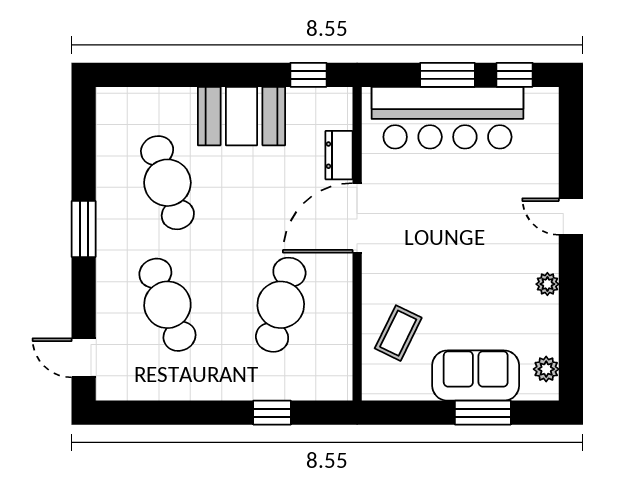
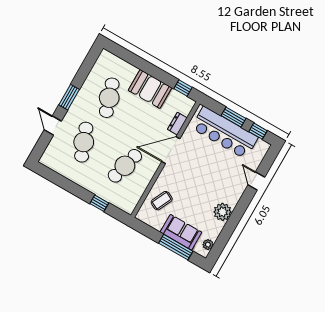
door: (571, 217) -> (256, 181), moved
plant: (547, 284) -> (223, 212), width x1.88, depth x1.88
door: (84, 358) -> (53, 125), moved
window: (483, 413) -> (176, 247), width x1.44

